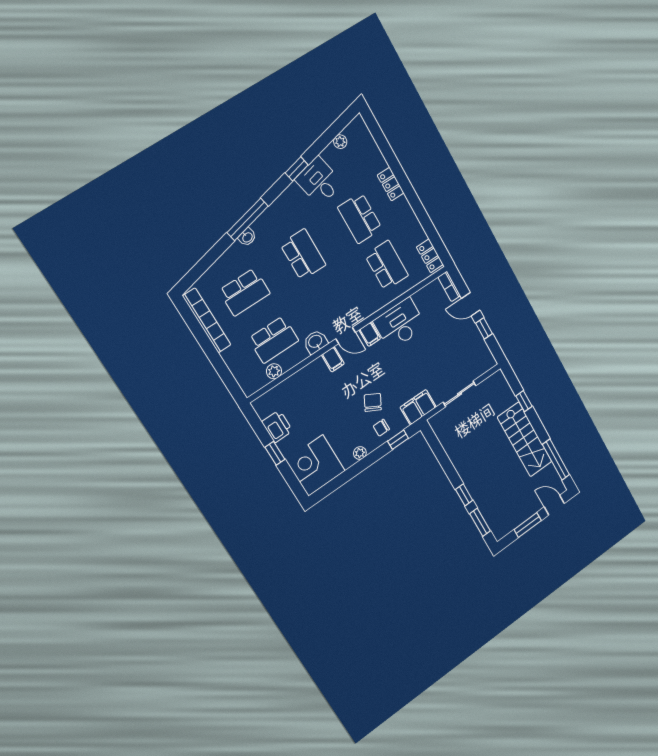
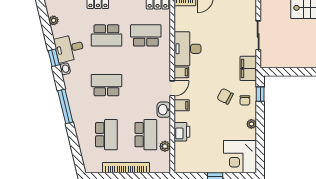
washbasin: (247, 237) -> (65, 69), moved
bookcase: (207, 321) -> (126, 168), moved
printer: (277, 426) -> (182, 132), moved, turned 90

